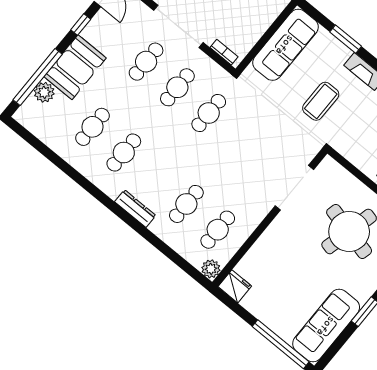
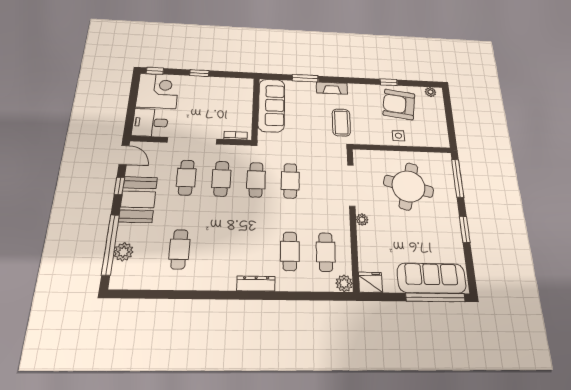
booth: (75, 67) -> (138, 199), moved
coffee table: (321, 101) -> (341, 122), moved
cafe table: (124, 153) -> (290, 181), moved
plant: (276, 227) -> (362, 220), added
sofa: (326, 326) -> (432, 278), moved, turned 90

